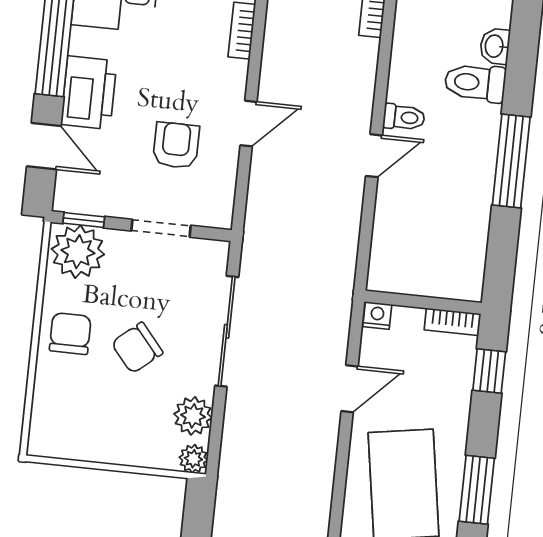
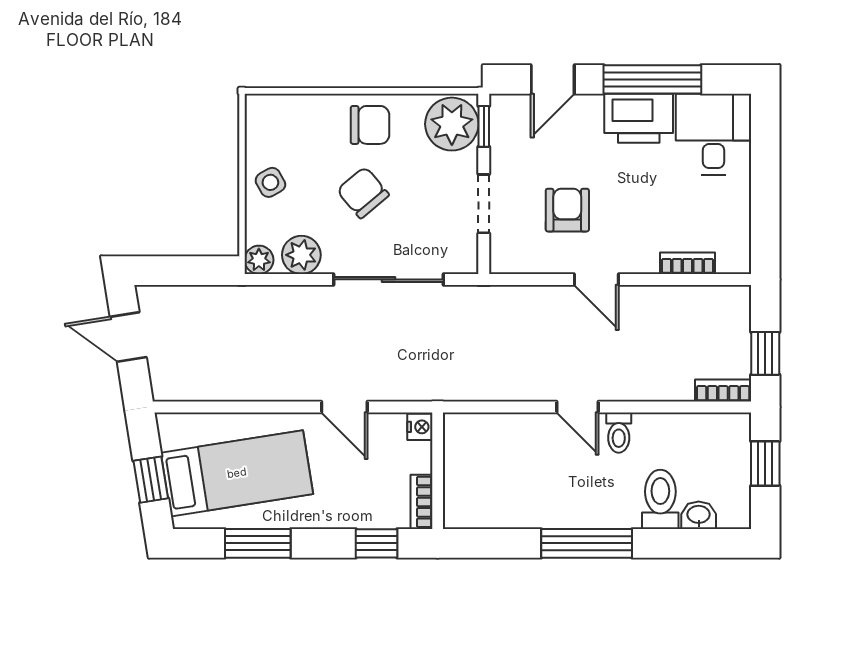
printer: (89, 93) -> (639, 118), moved
armchair: (176, 145) -> (567, 210), turned -90
side table: (117, 439) -> (270, 182), added

